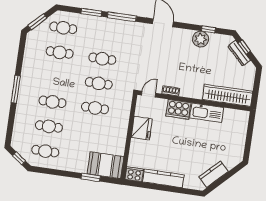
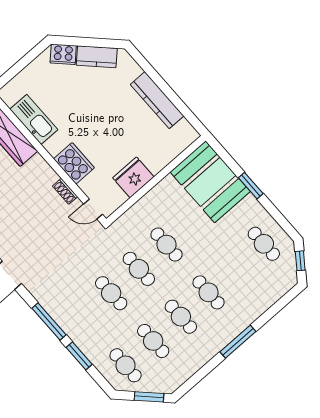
kitchen sink: (207, 113) -> (34, 119), moved
cafe table: (49, 126) -> (181, 317), moved
booth: (105, 165) -> (210, 182), width x1.36, depth x1.42
cooker: (134, 174) -> (63, 54), moved, turned -45
window: (91, 177) -> (251, 186), moved

